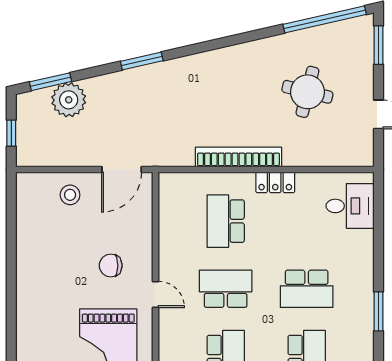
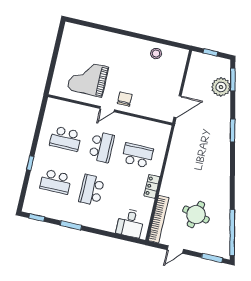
bookcase: (238, 157) -> (159, 219), moved
door: (122, 169) -> (178, 107), swing flipped
stool: (70, 195) -> (156, 54), moved
chair: (111, 266) -> (125, 99), moved

